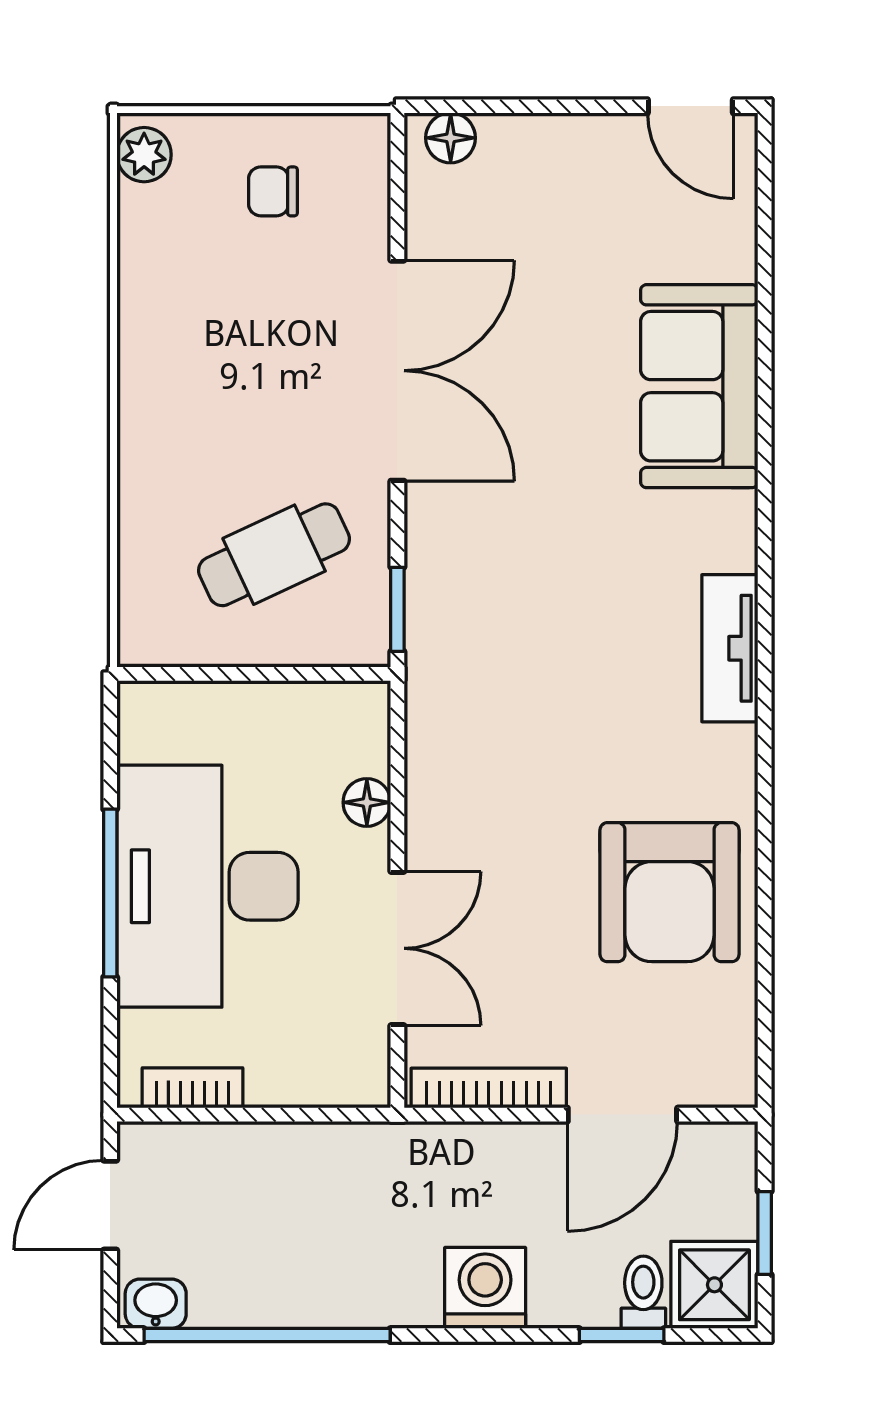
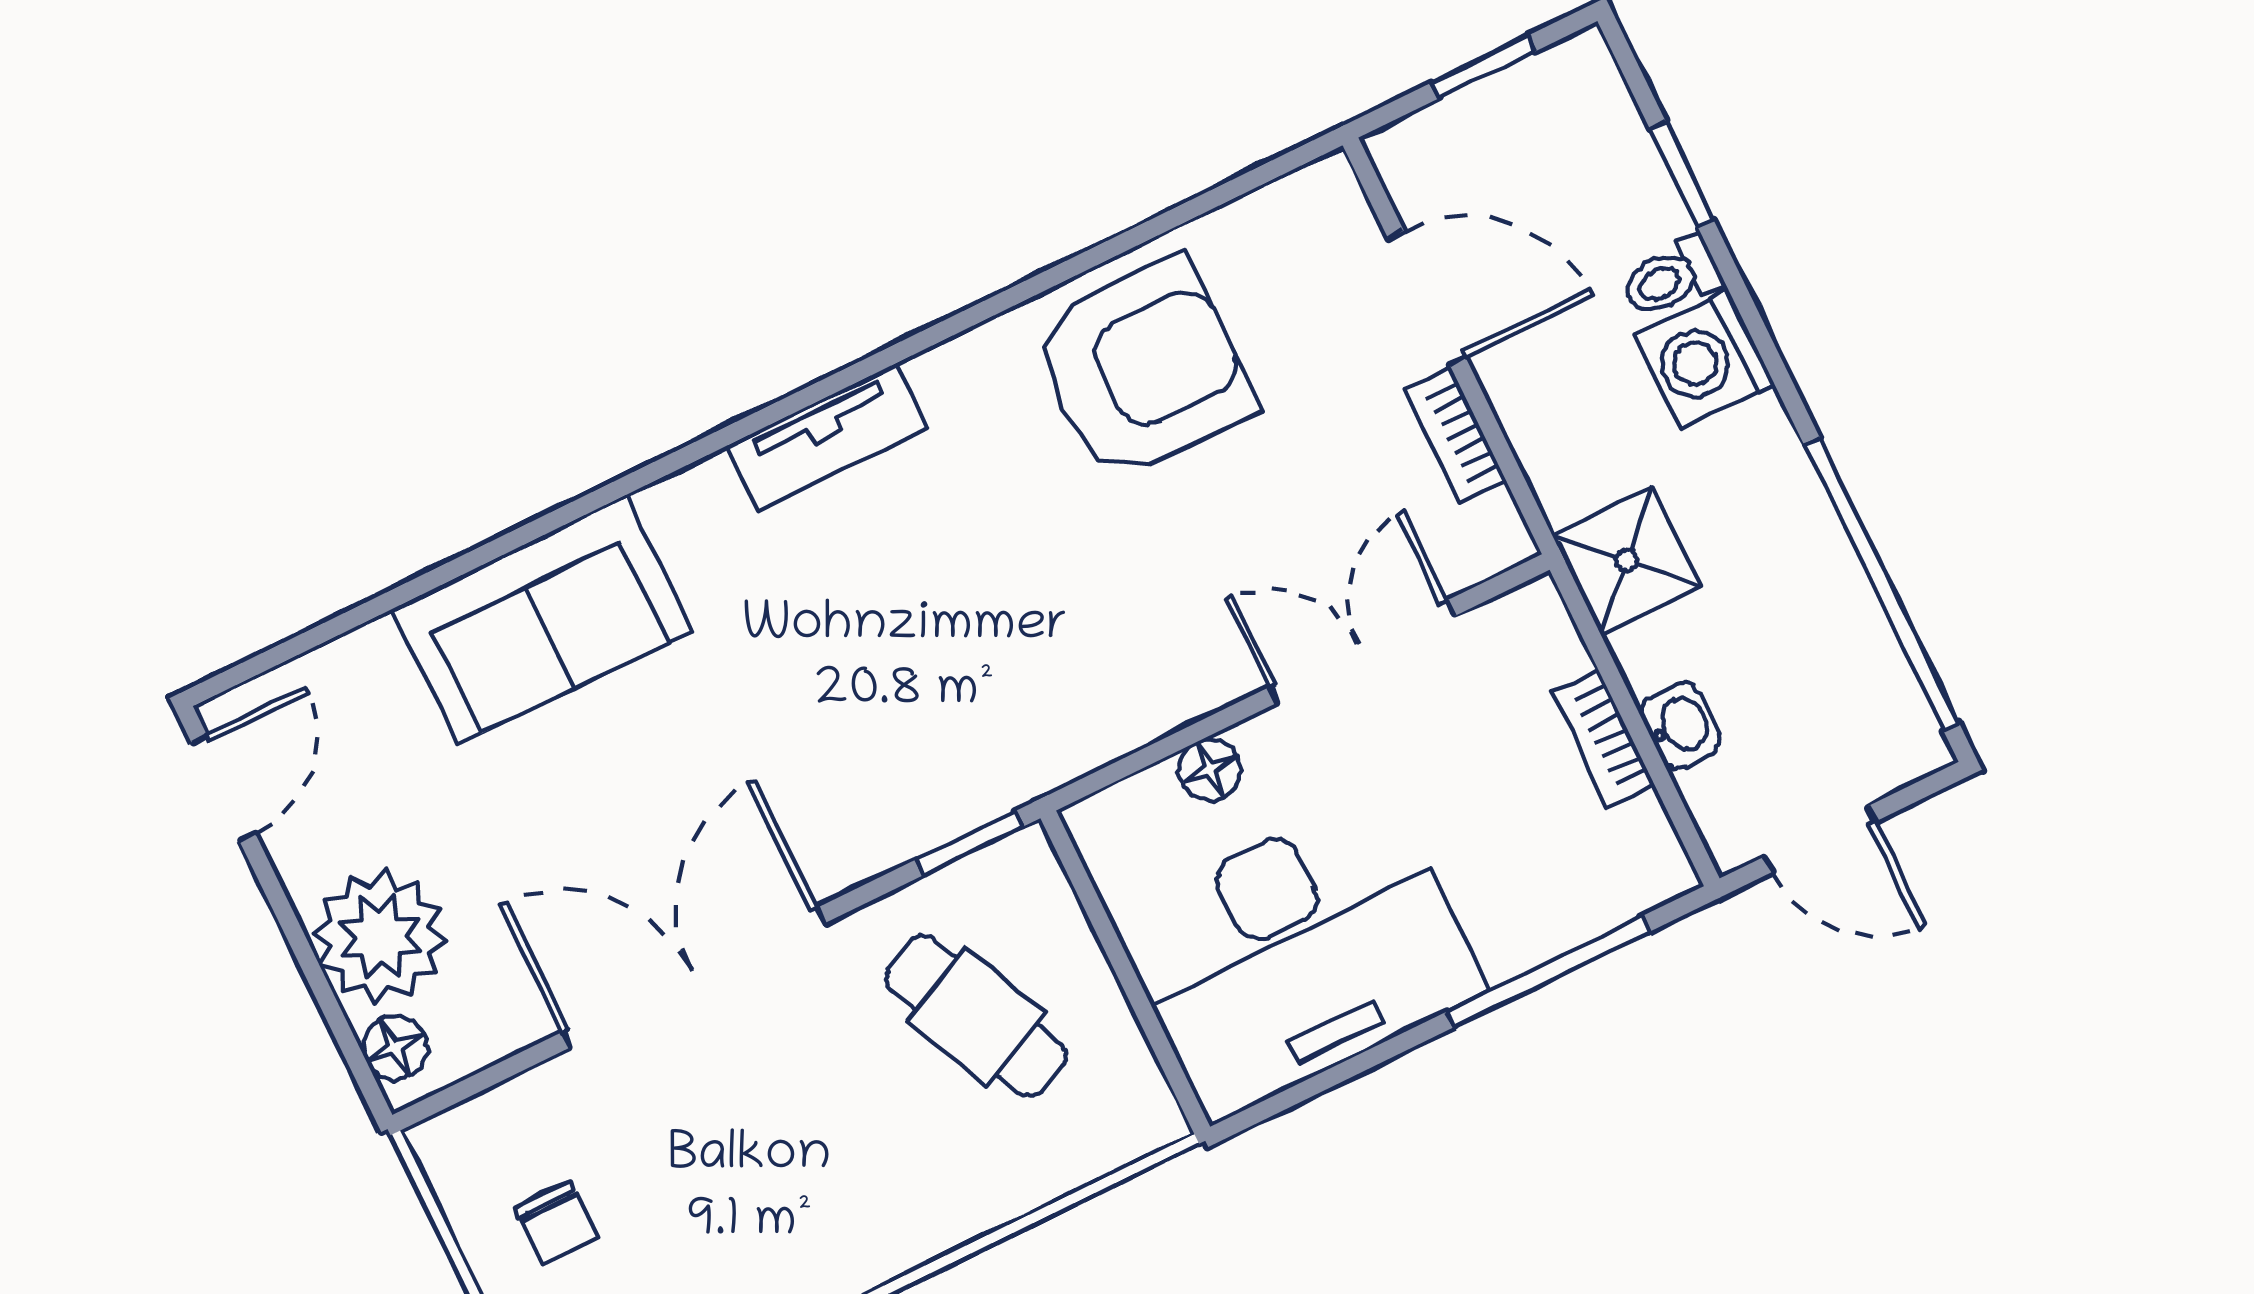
plant: (533, 165) -> (380, 937), added
desk: (207, 886) -> (1299, 954), moved
window: (110, 893) -> (1549, 971), moved
bookcase: (193, 1088) -> (1604, 739), moved
bookcase: (489, 1088) -> (1456, 435), width x0.64
shower: (714, 1285) -> (1627, 560), moved
toilet: (643, 1292) -> (1671, 278), moved
washbasin: (156, 1304) -> (1680, 726), moved, turned 180

